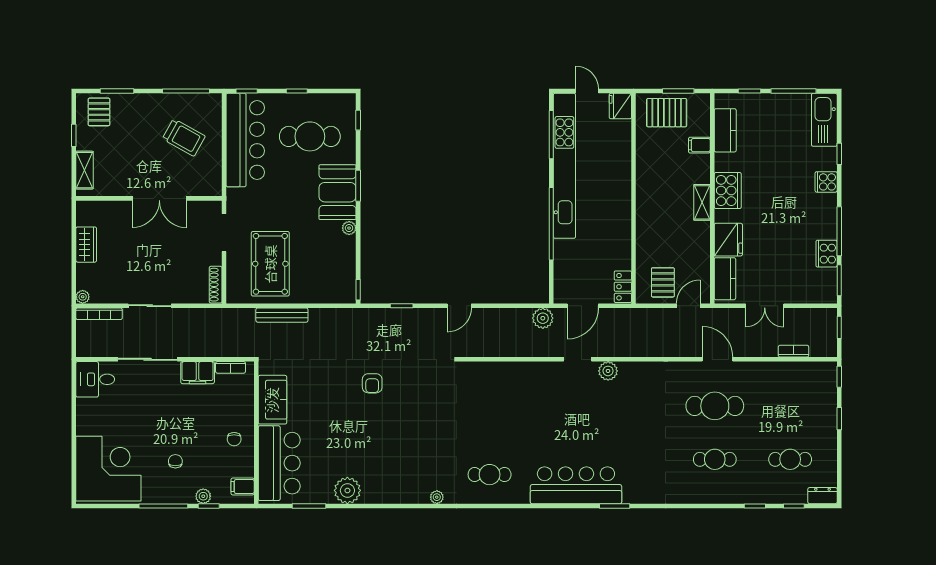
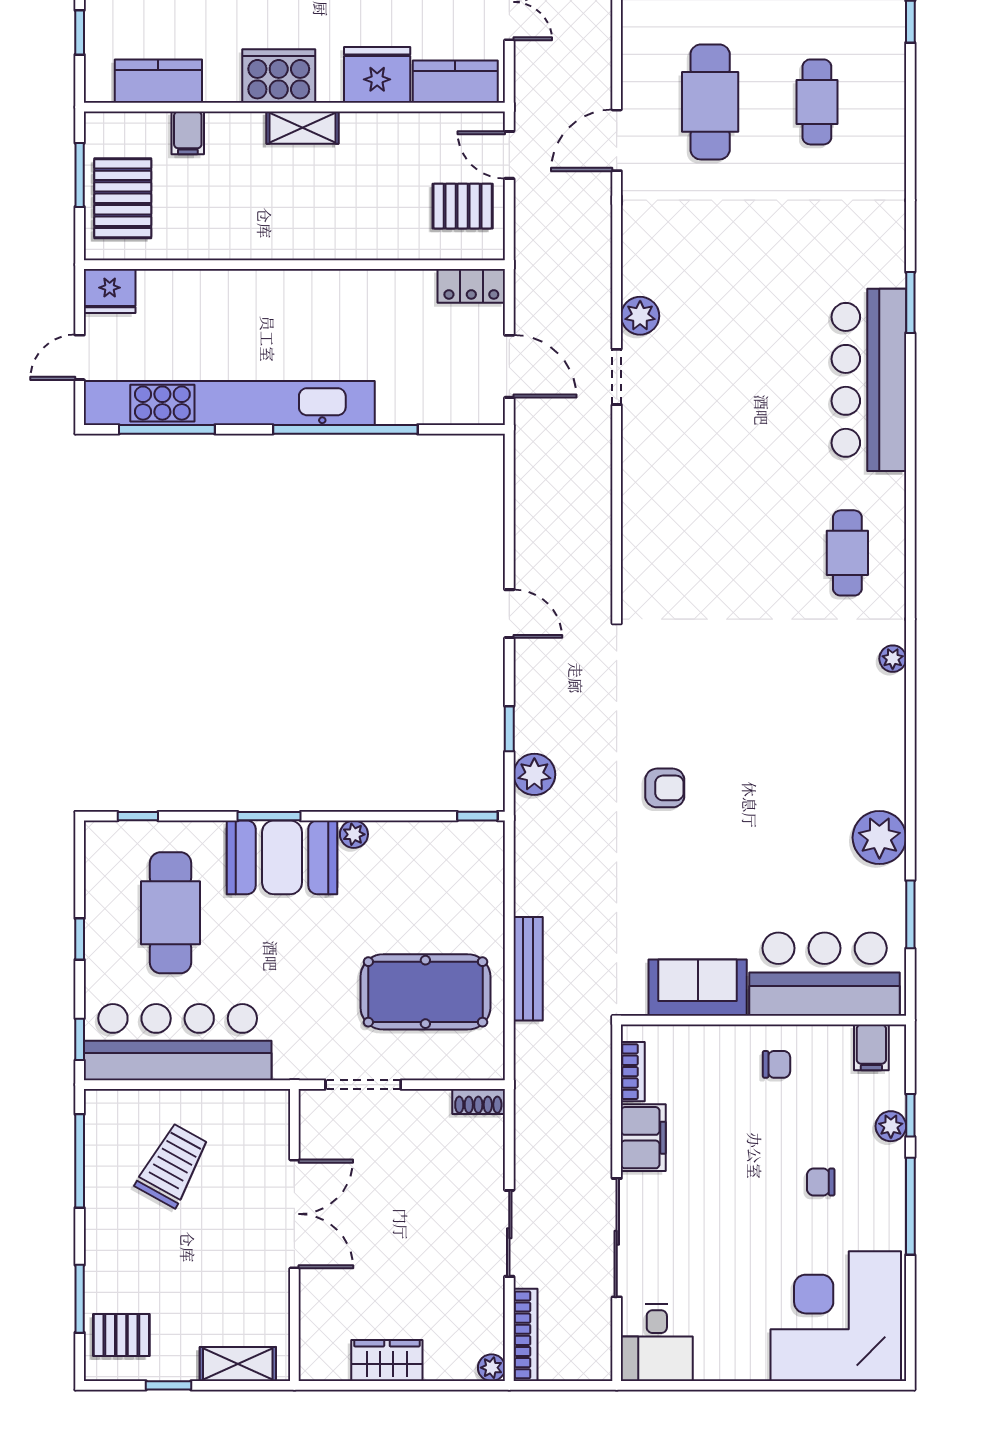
shoe rack: (216, 285) -> (478, 1101), width x0.70
plant: (543, 318) -> (534, 774), moved
door: (717, 359) -> (617, 140), moved

